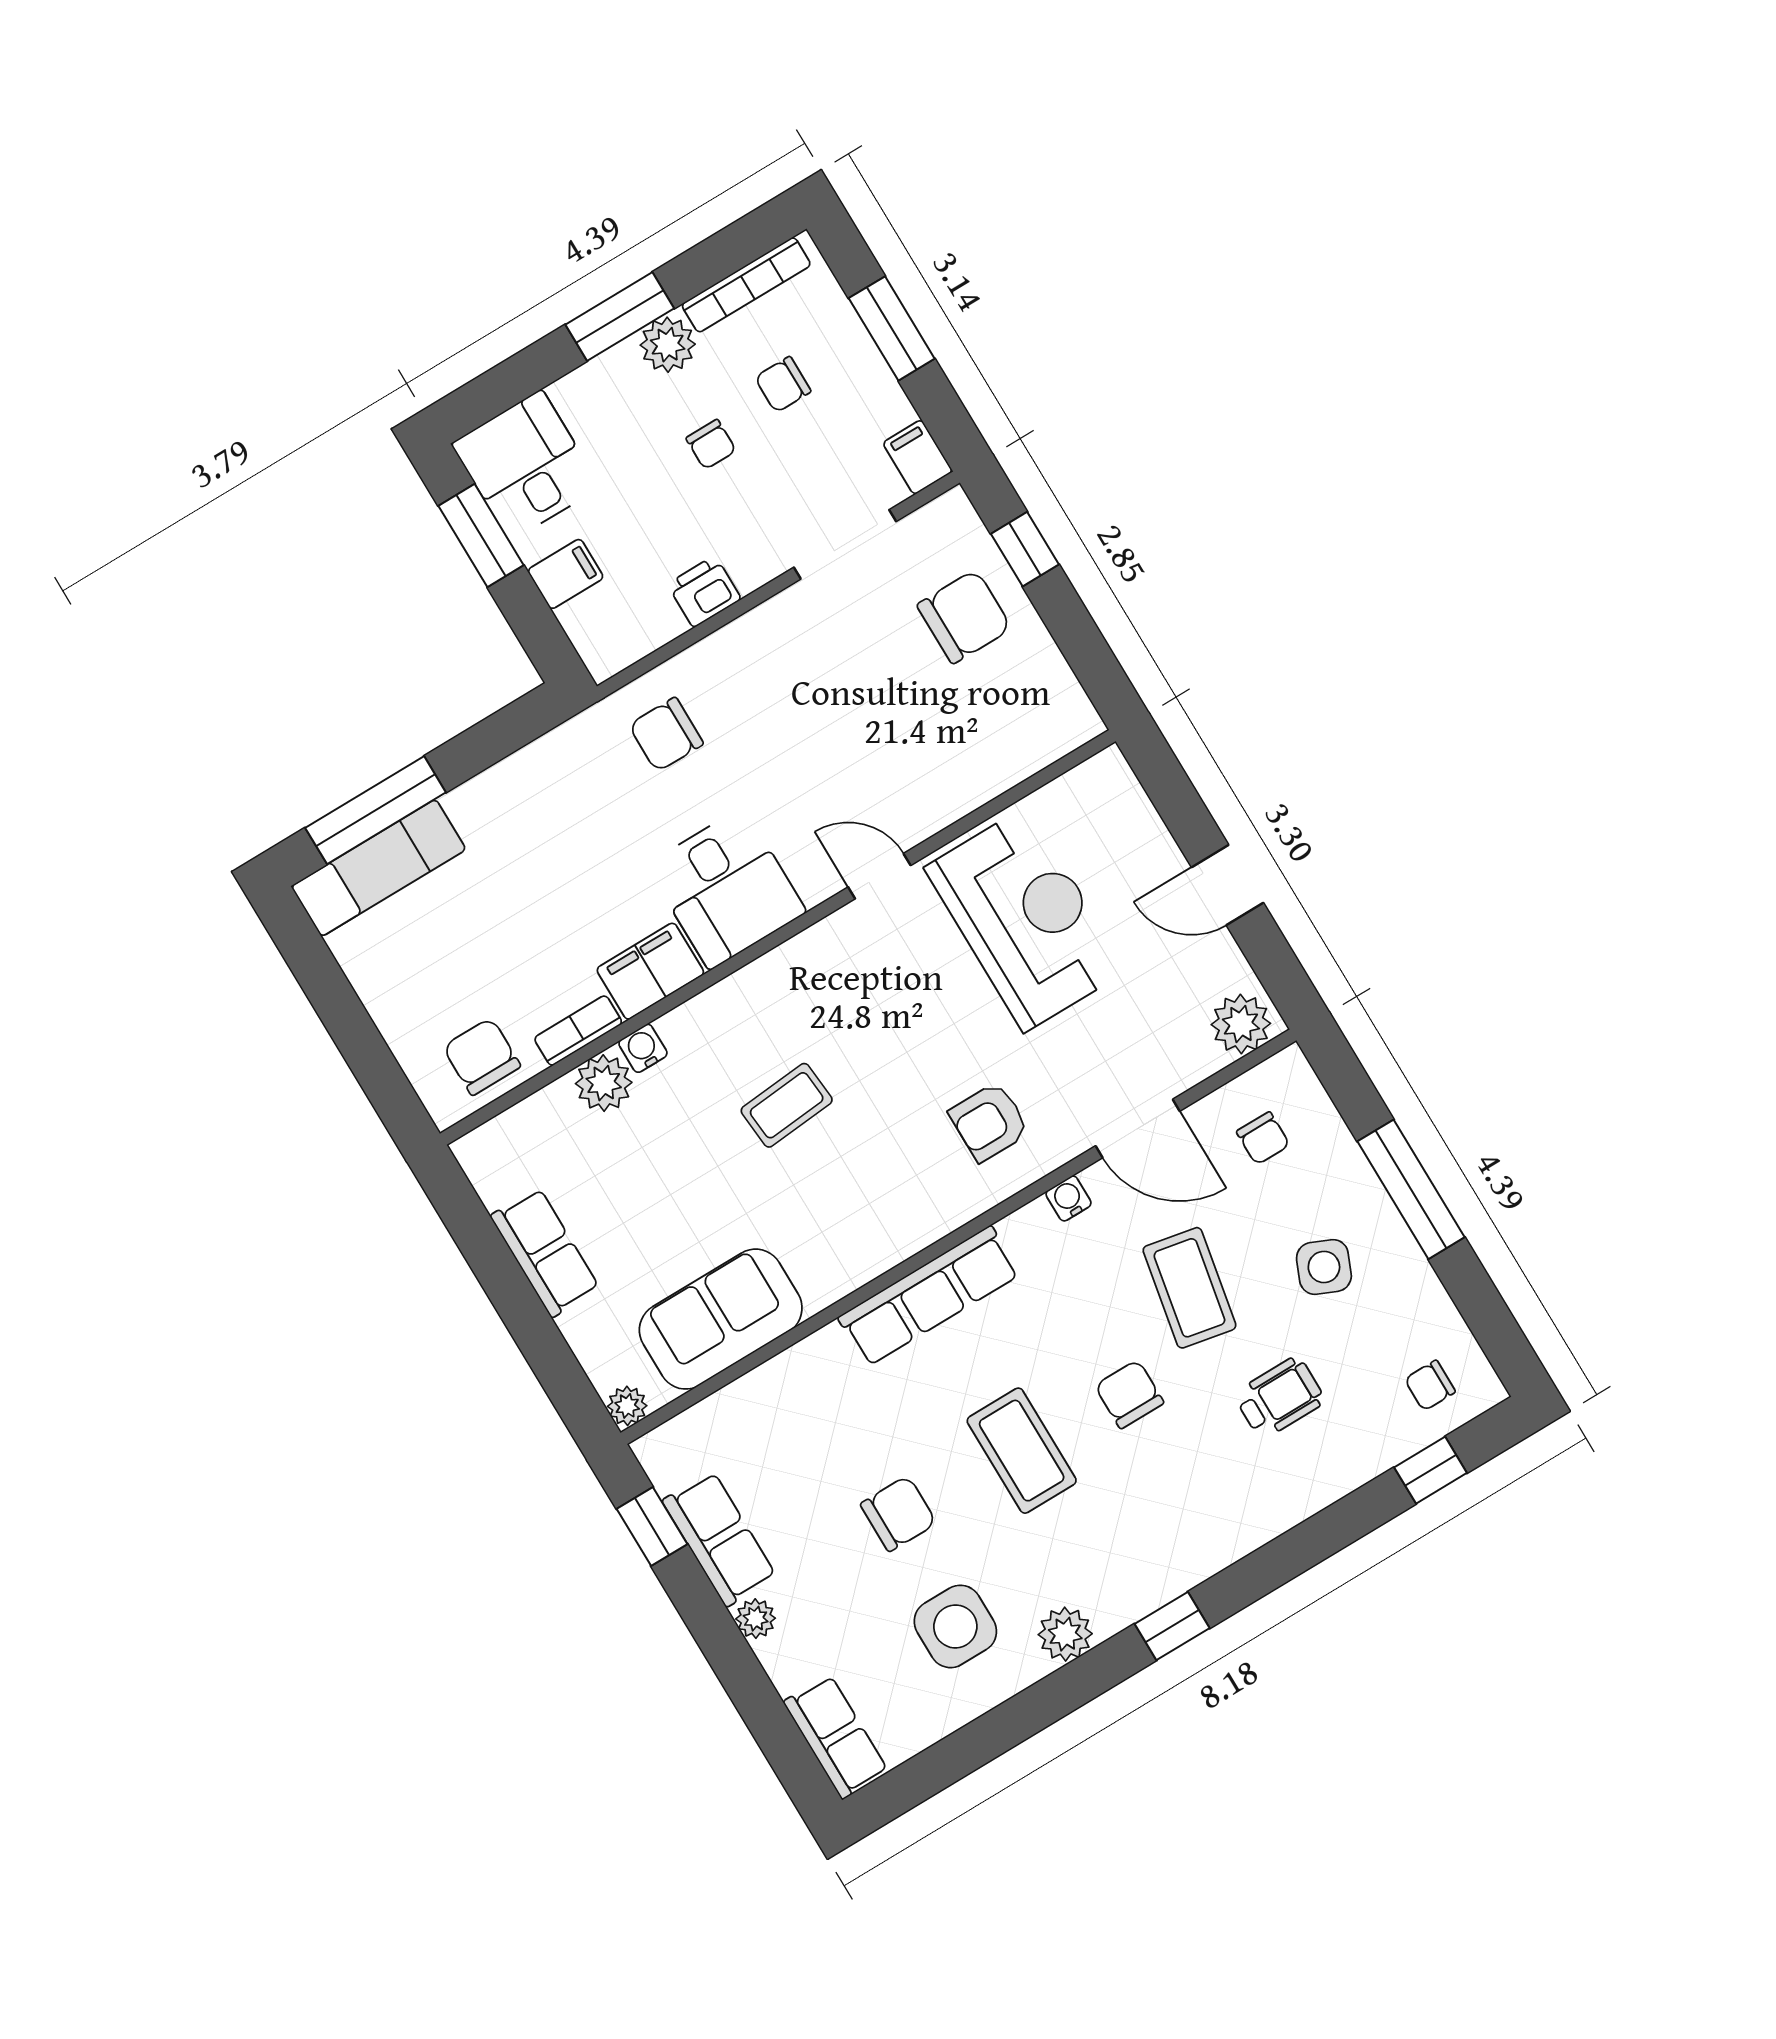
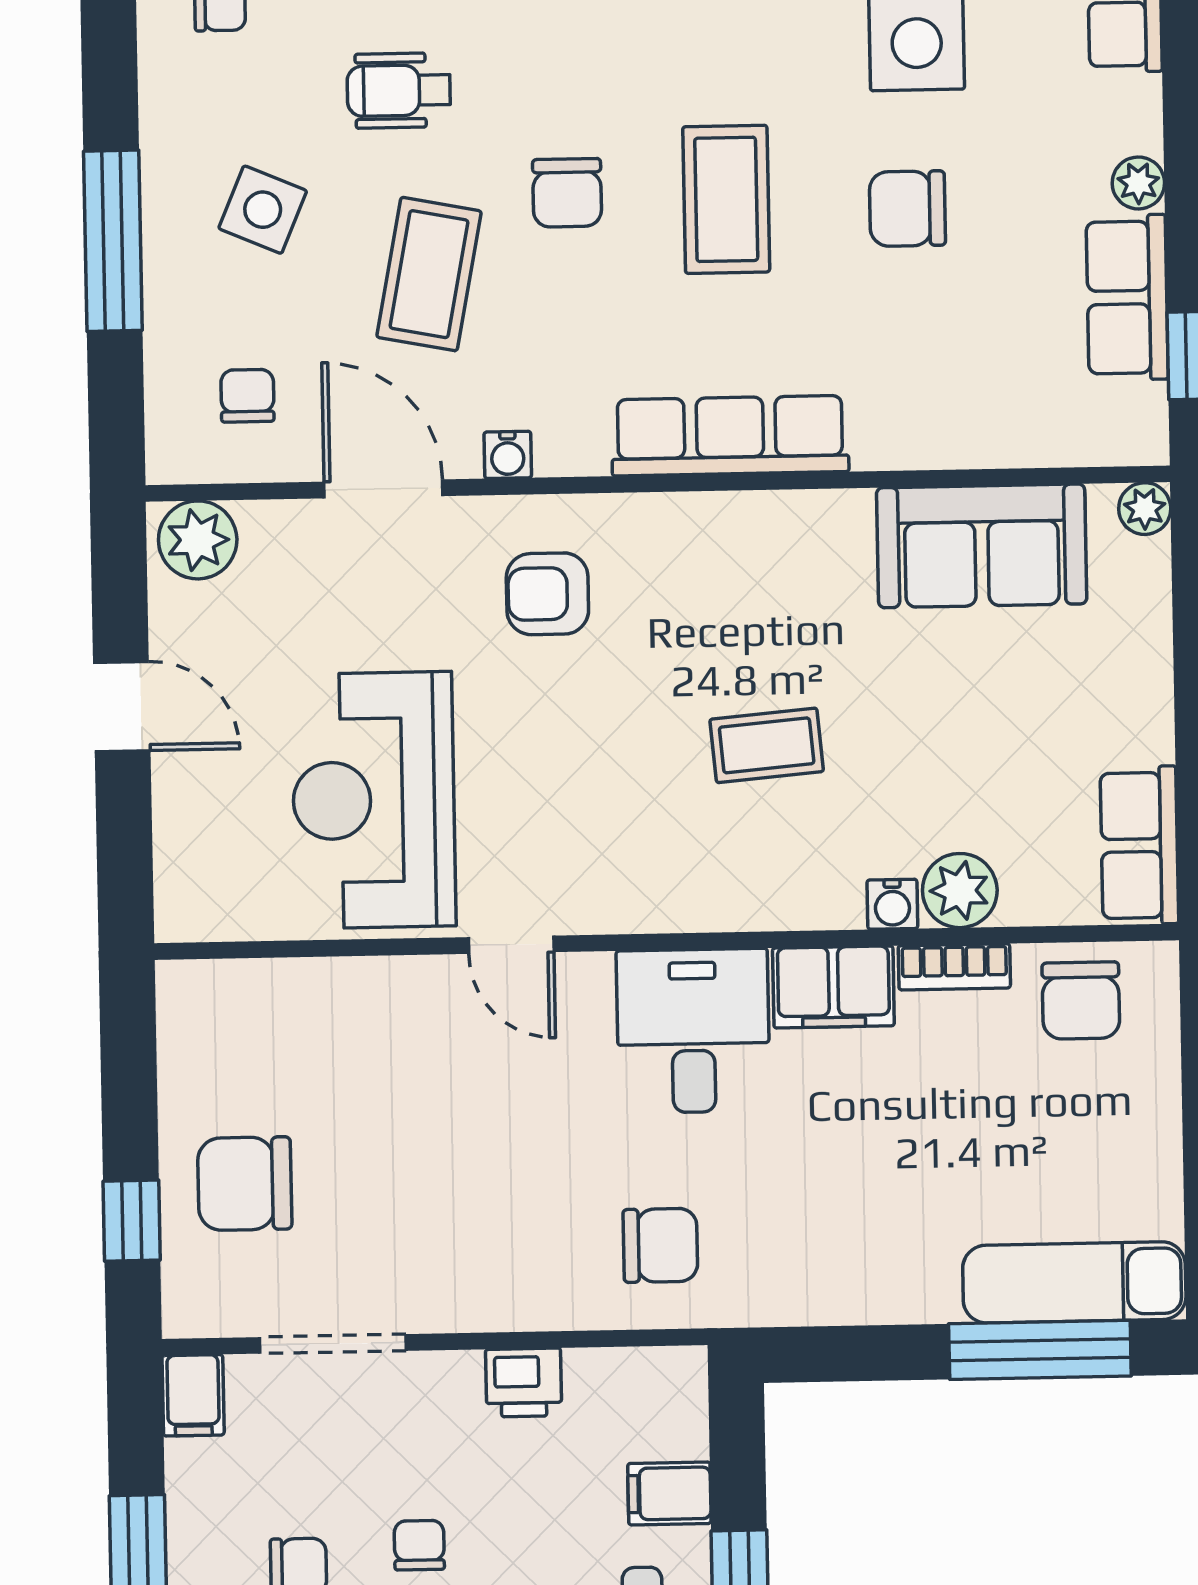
armchair: (989, 1122) -> (547, 594), turned 180
row of seats: (545, 1252) -> (1139, 845), moved

